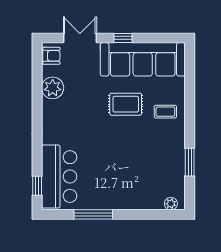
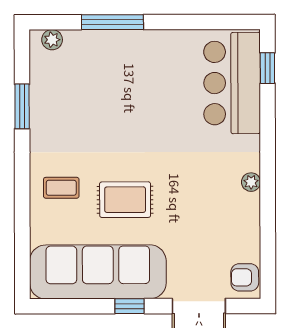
plant: (53, 88) -> (251, 182), moved, width x0.53, depth x0.53
window: (93, 214) -> (112, 22), moved

